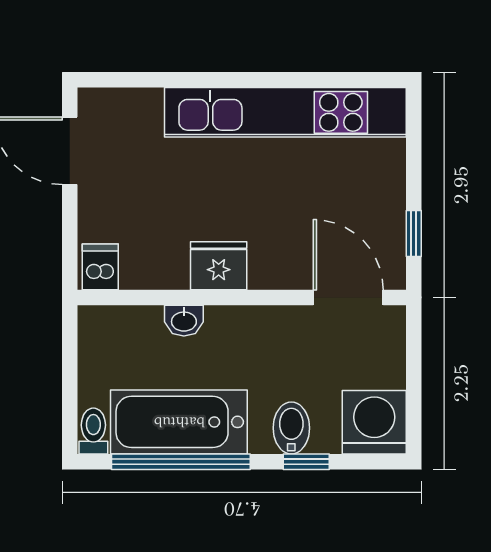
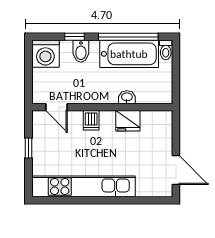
window: (414, 233) -> (28, 148), moved
fridge: (219, 266) -> (128, 121), moved
dishwasher: (100, 267) -> (91, 120), moved
door: (348, 297) -> (57, 107), width x0.73

